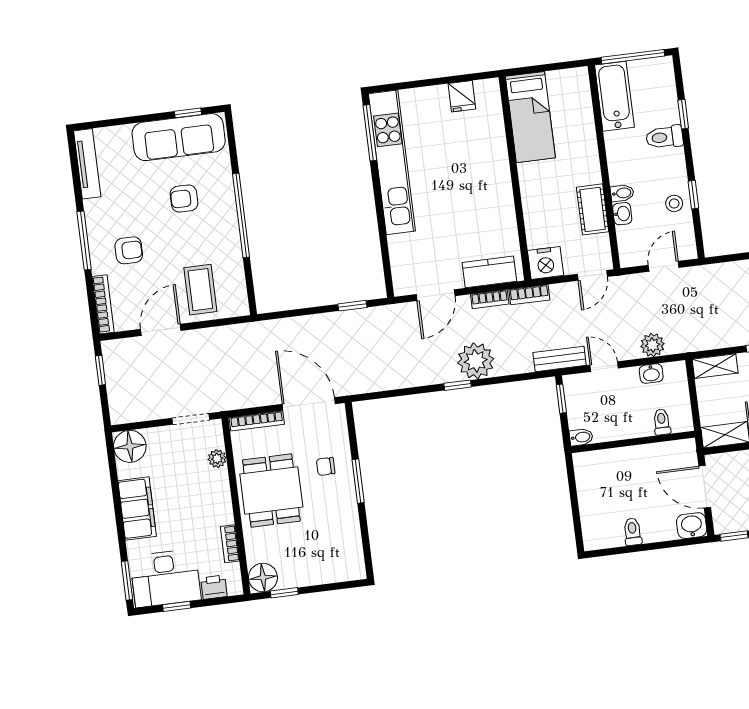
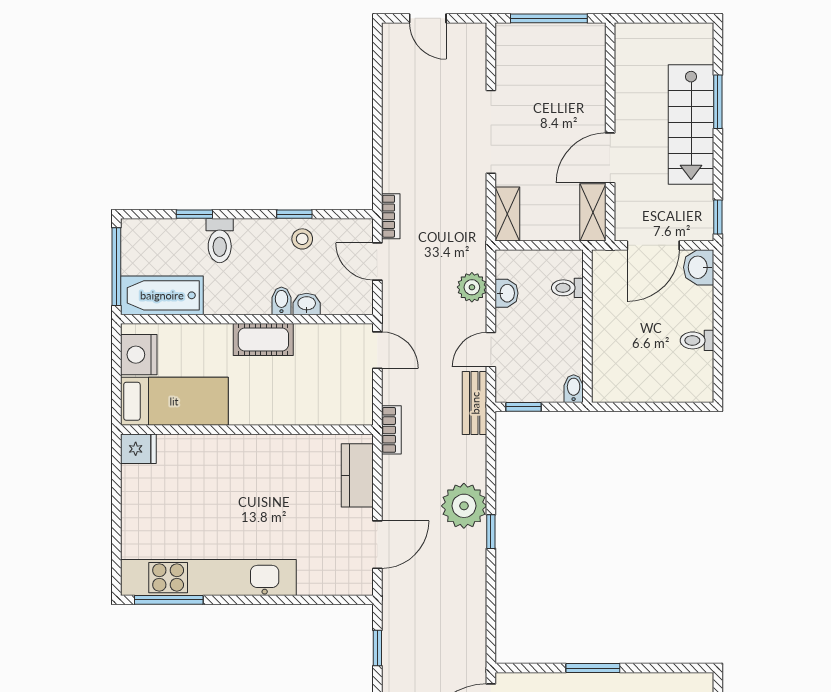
fridge: (462, 96) -> (138, 449), moved
cot: (593, 209) -> (263, 340), moved
nightstand: (546, 263) -> (139, 355), moved, turned 180
door: (436, 295) -> (377, 545), hinge flipped
bookcase: (490, 299) -> (391, 216), moved

